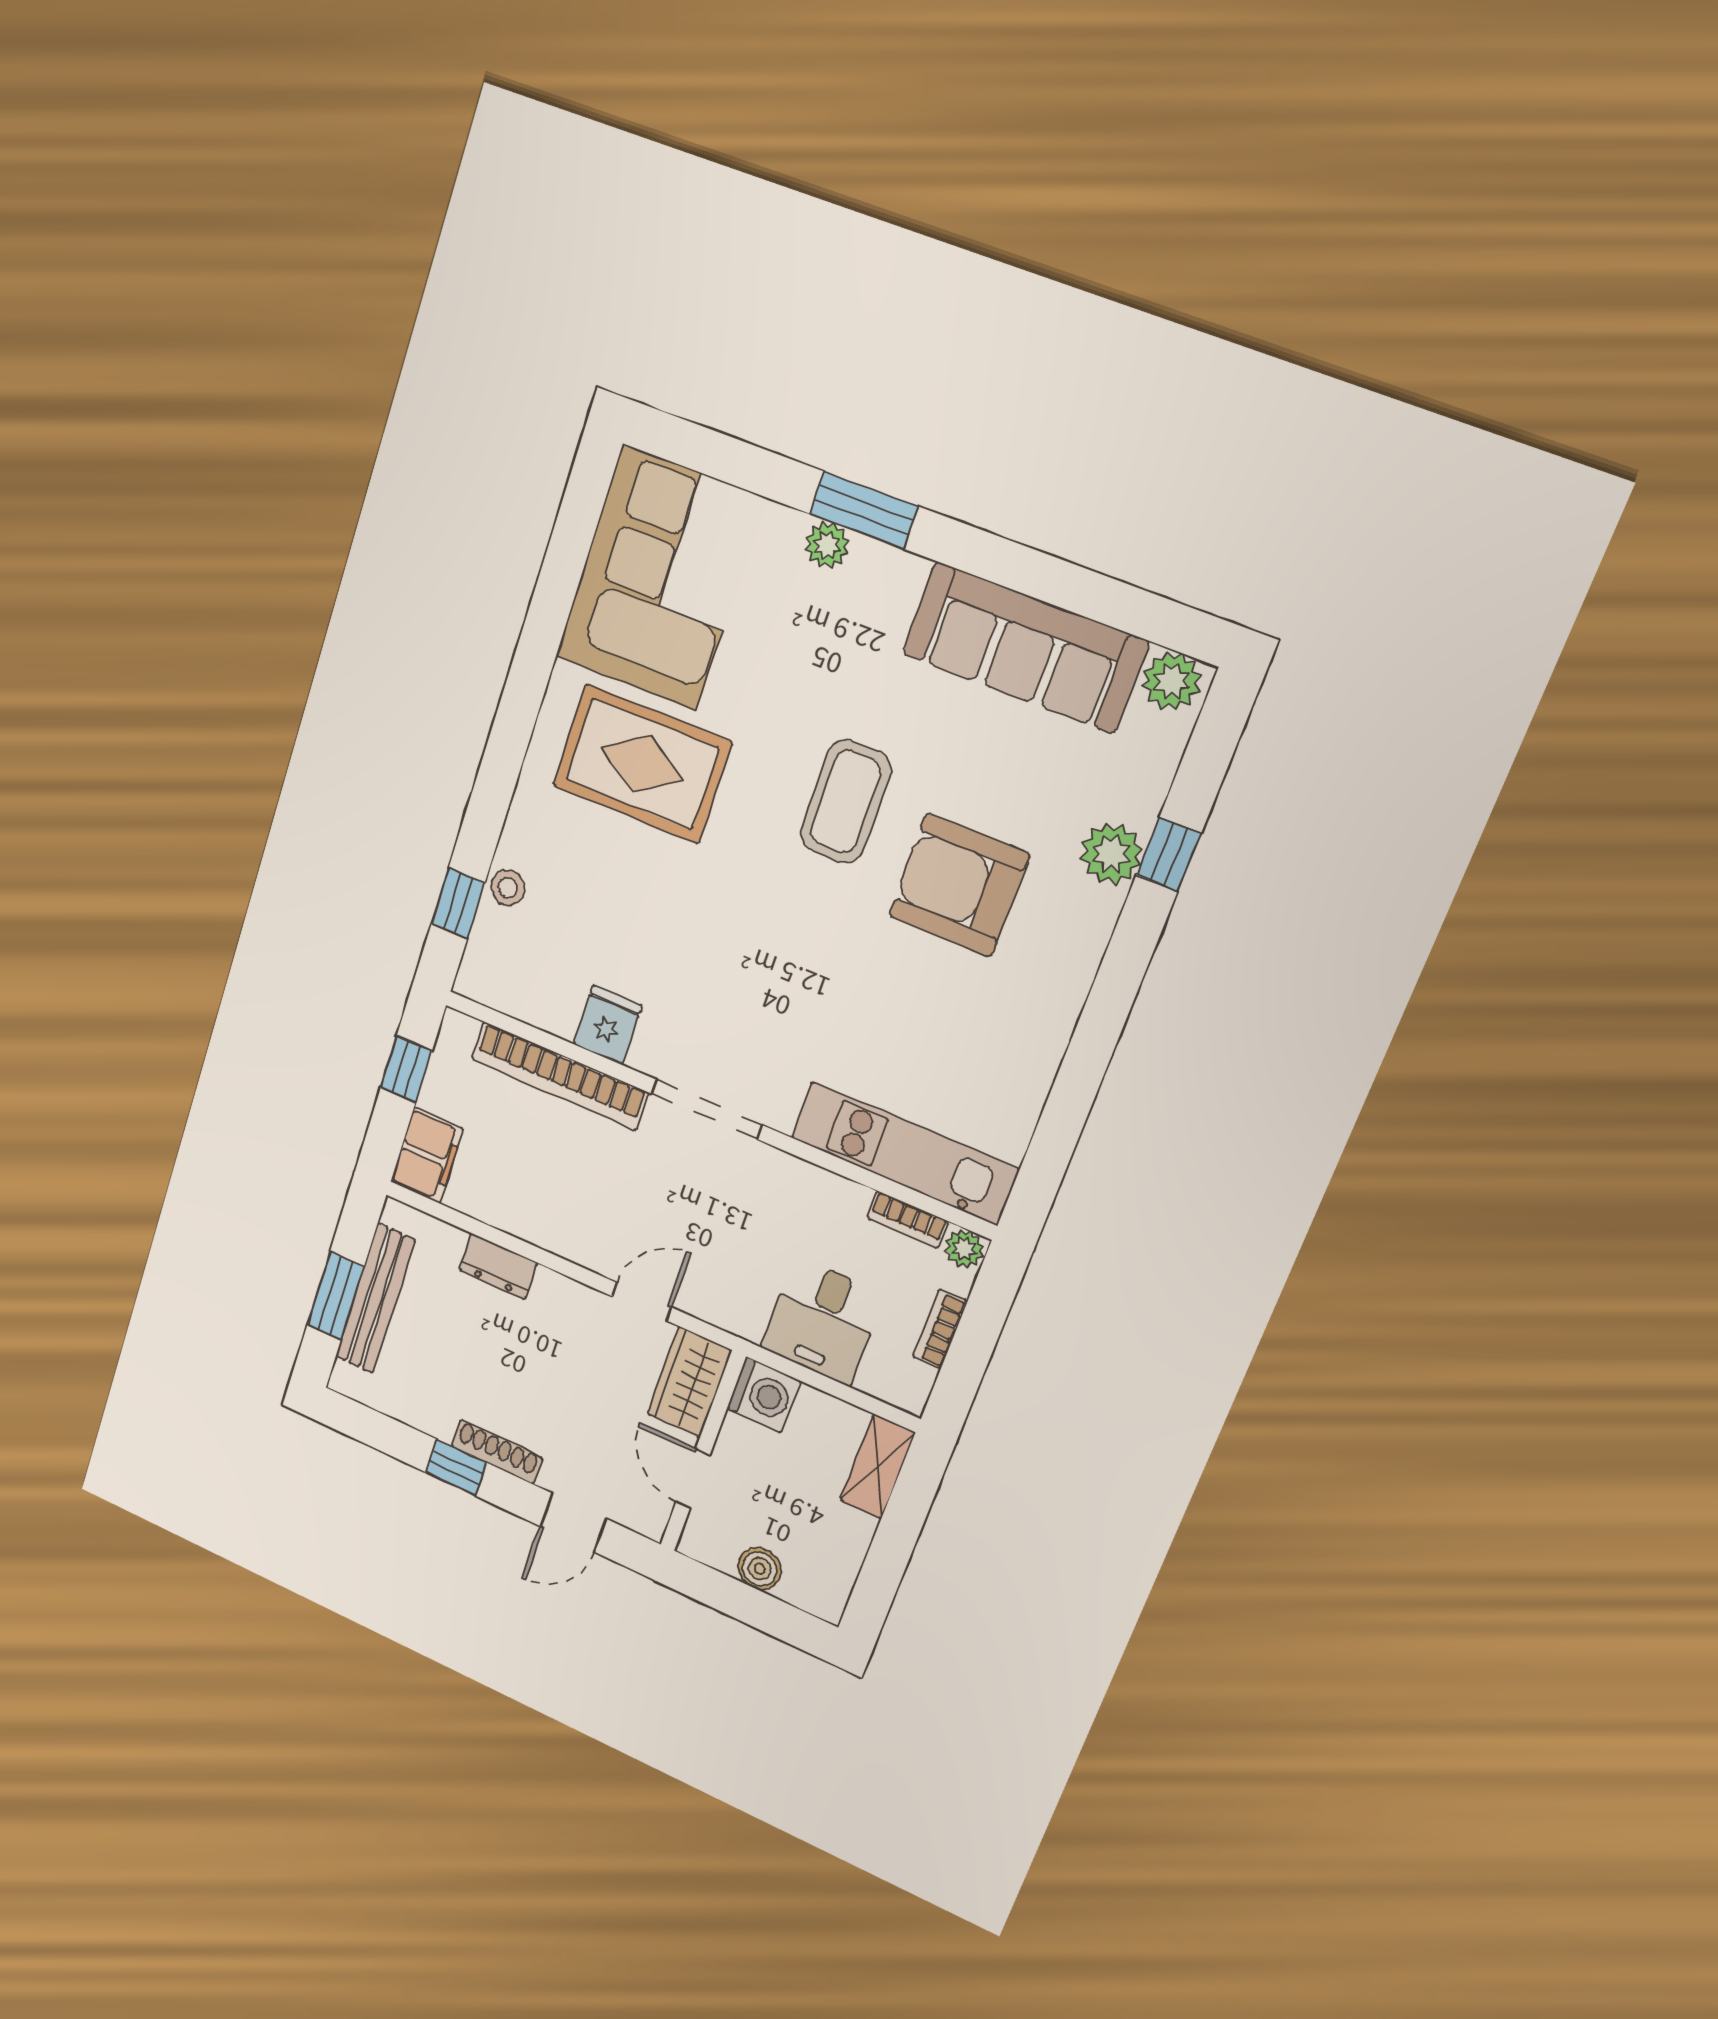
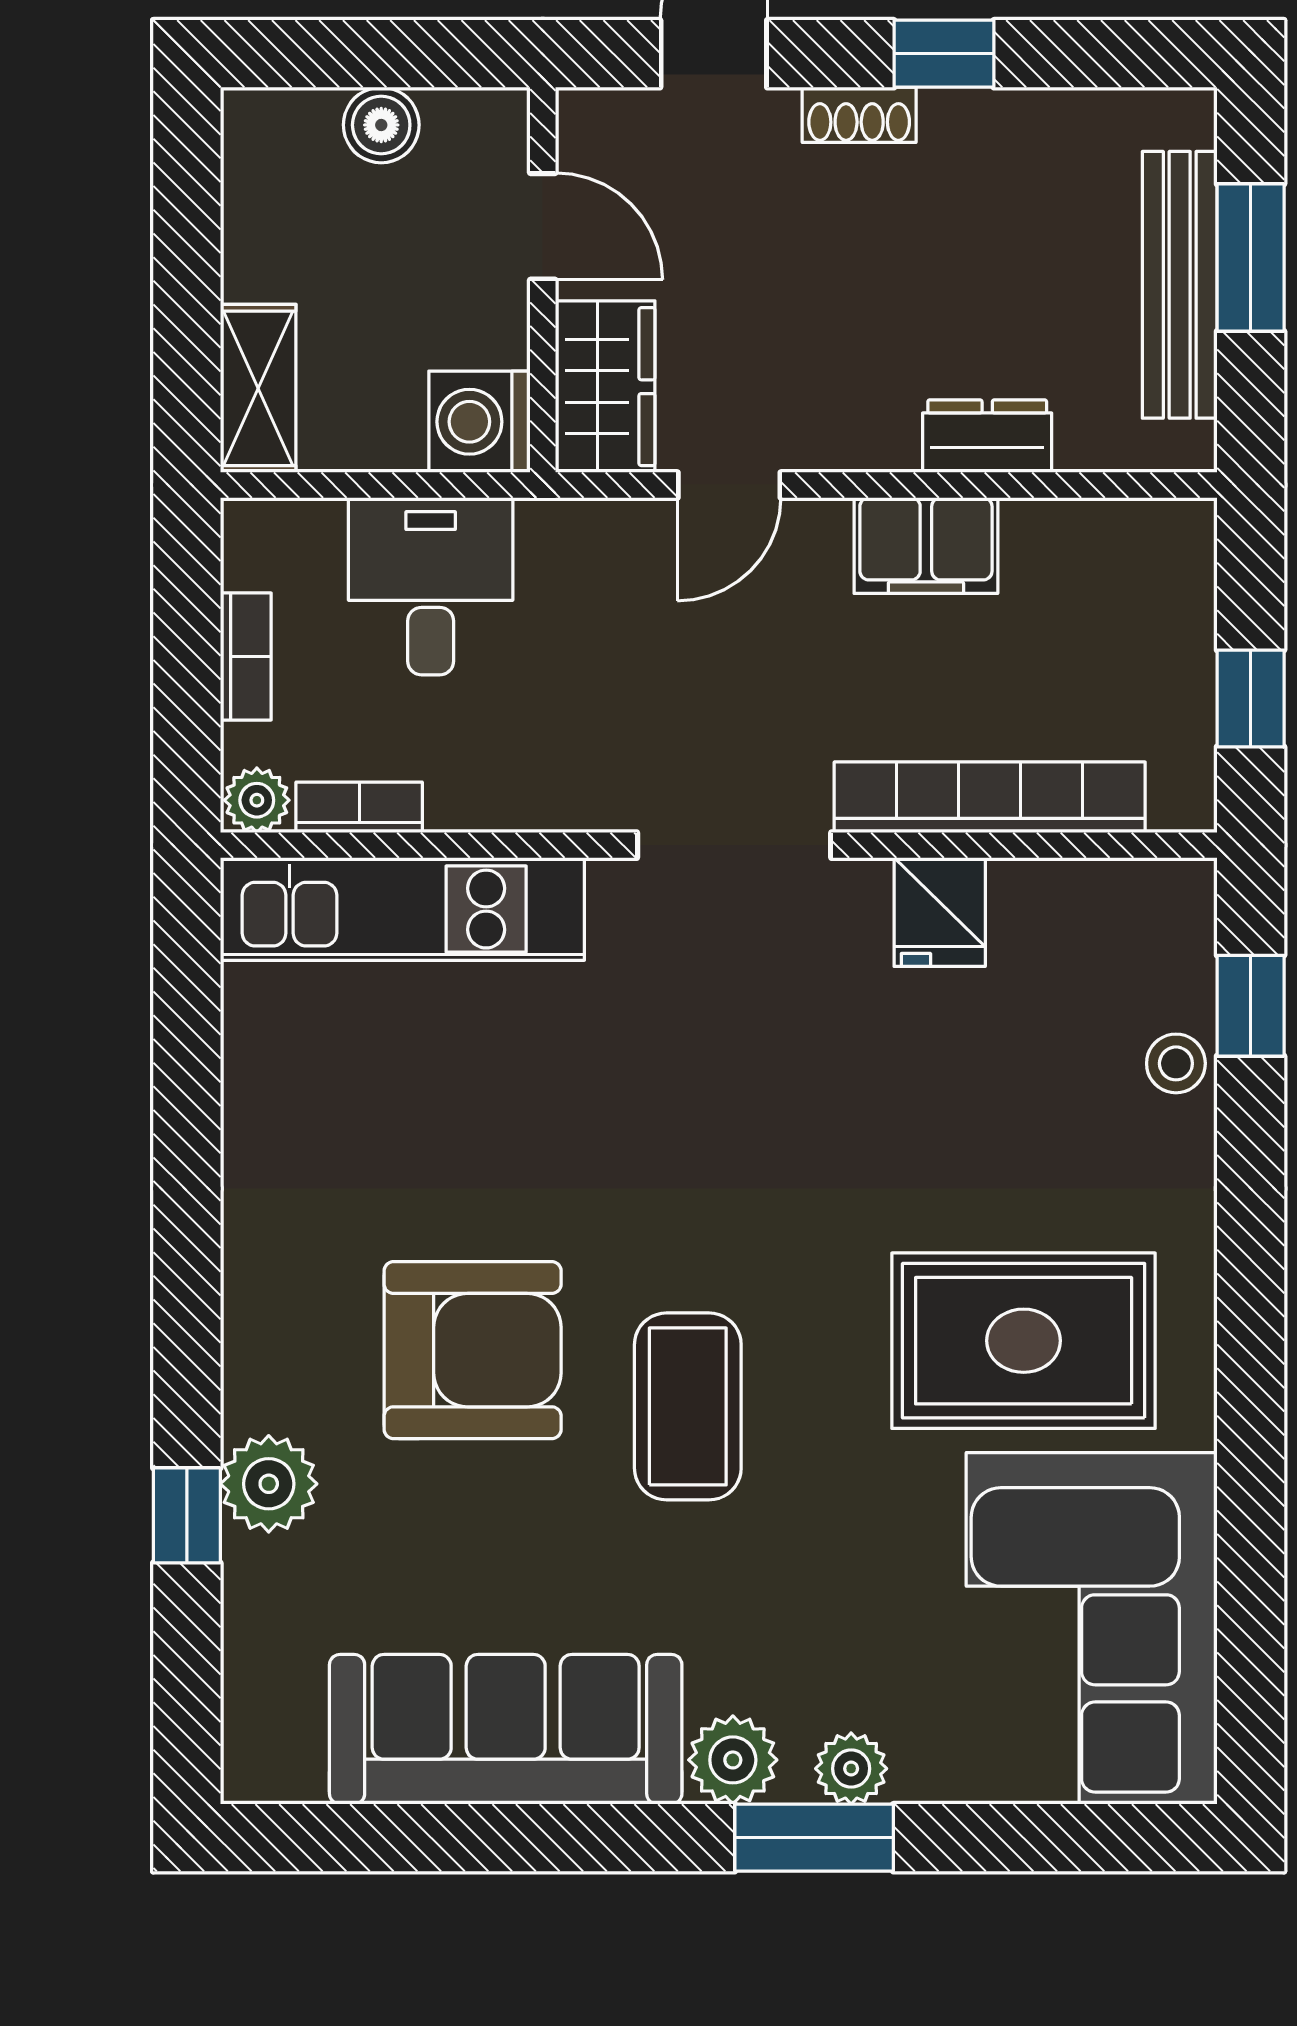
plant: (1172, 681) -> (733, 1760), moved
filing cabinet: (427, 1155) -> (926, 545), moved, turned -90
shoe rack: (497, 1452) -> (859, 115), width x0.70

